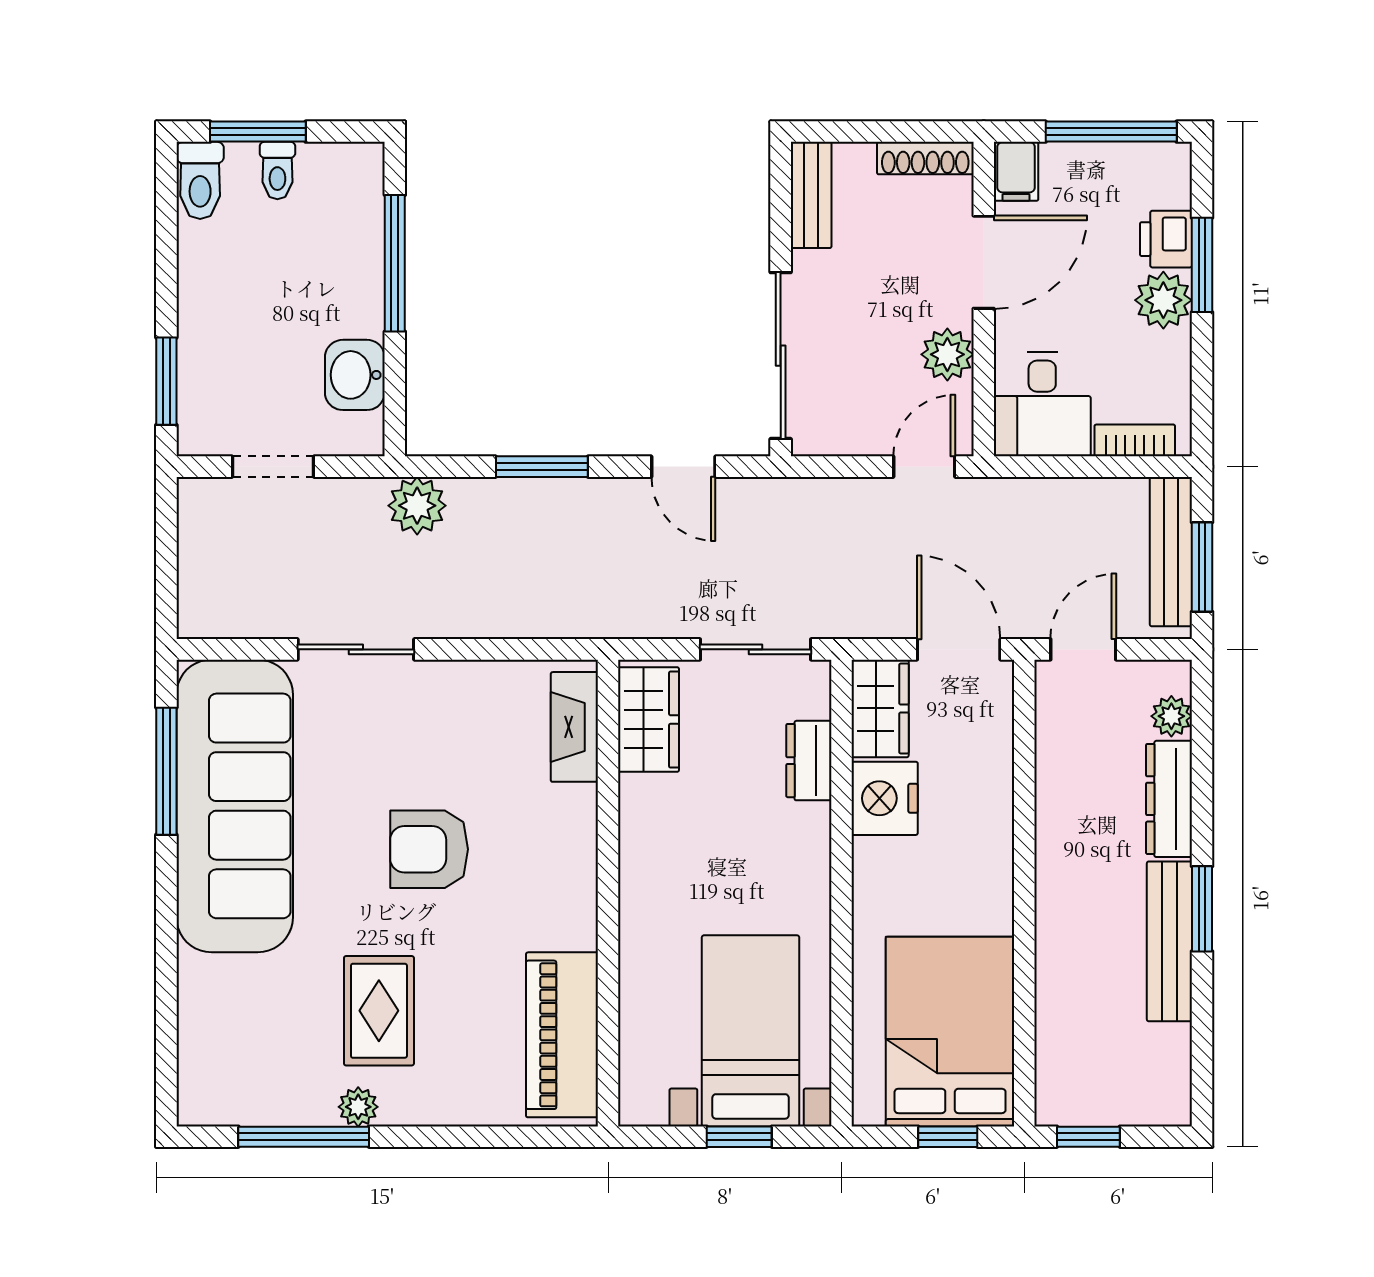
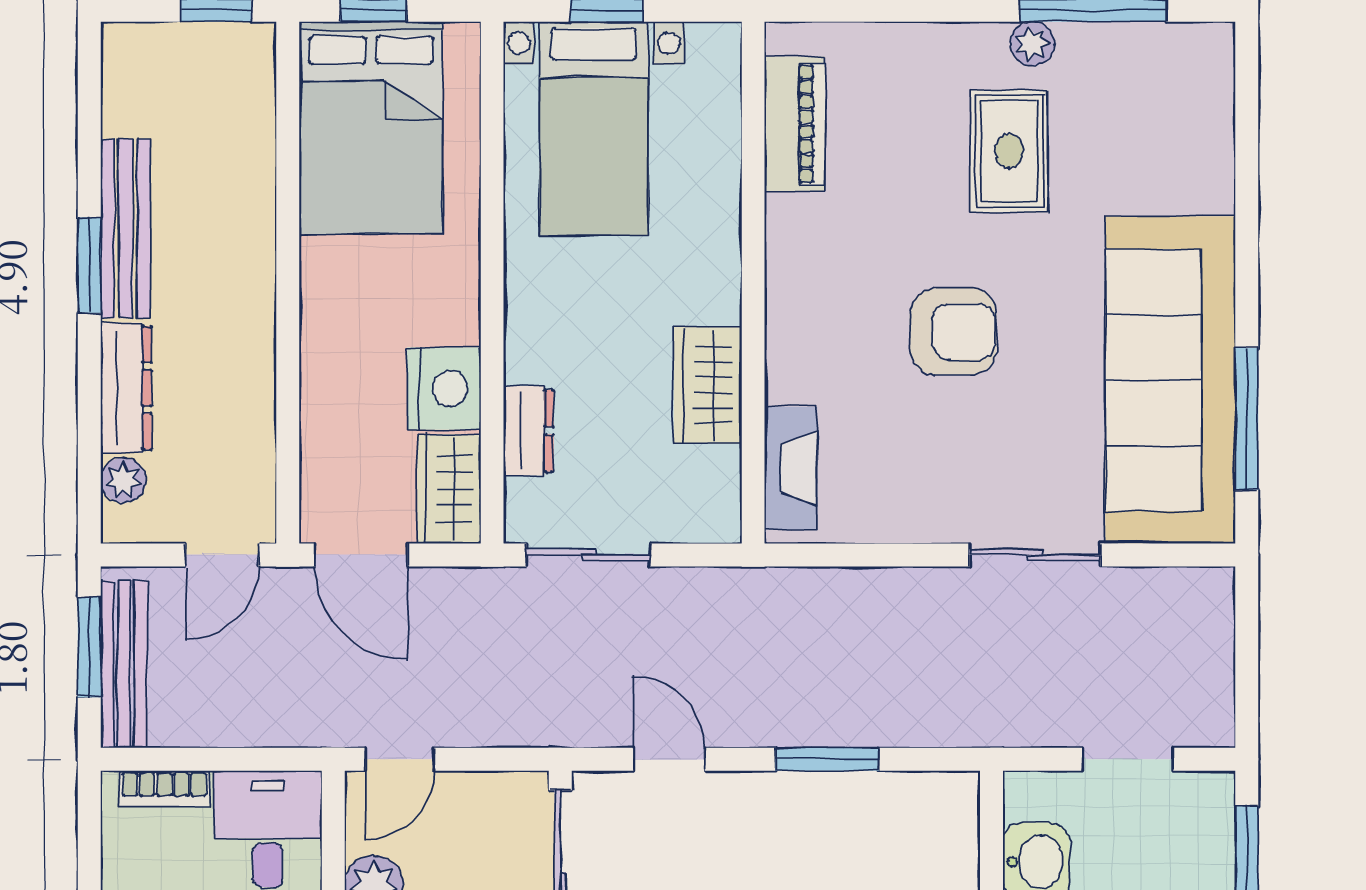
plant: (417, 506) -> (967, 716), removed
wardrobe: (649, 720) -> (708, 385), moved
piano: (562, 1035) -> (795, 124), width x0.73, depth x0.75

